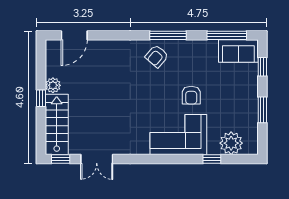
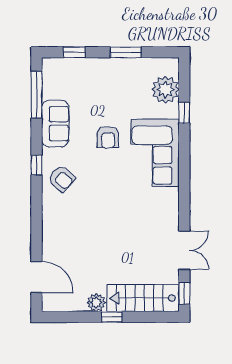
window: (168, 35) -> (37, 165), width x0.46
sofa: (238, 51) -> (55, 124), moved
armchair: (191, 95) -> (108, 137), turned 90

